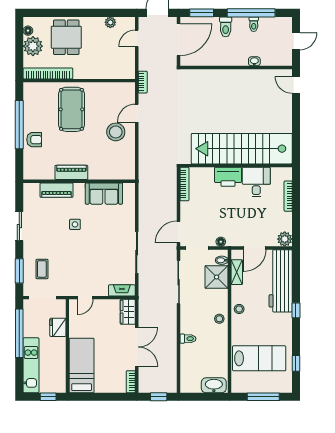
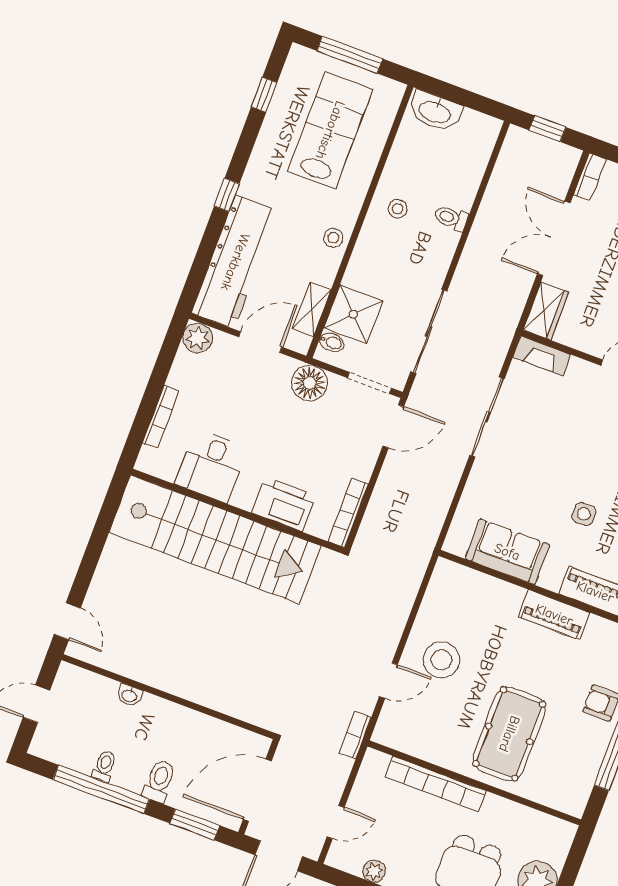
bookcase: (48, 73) -> (436, 784), moved
printer: (228, 177) -> (284, 504), moved
floor lamp: (221, 242) -> (310, 383), width x1.89, depth x1.89
stool: (219, 319) -> (398, 209), moved
lab bench: (259, 358) -> (330, 130), turned 90

